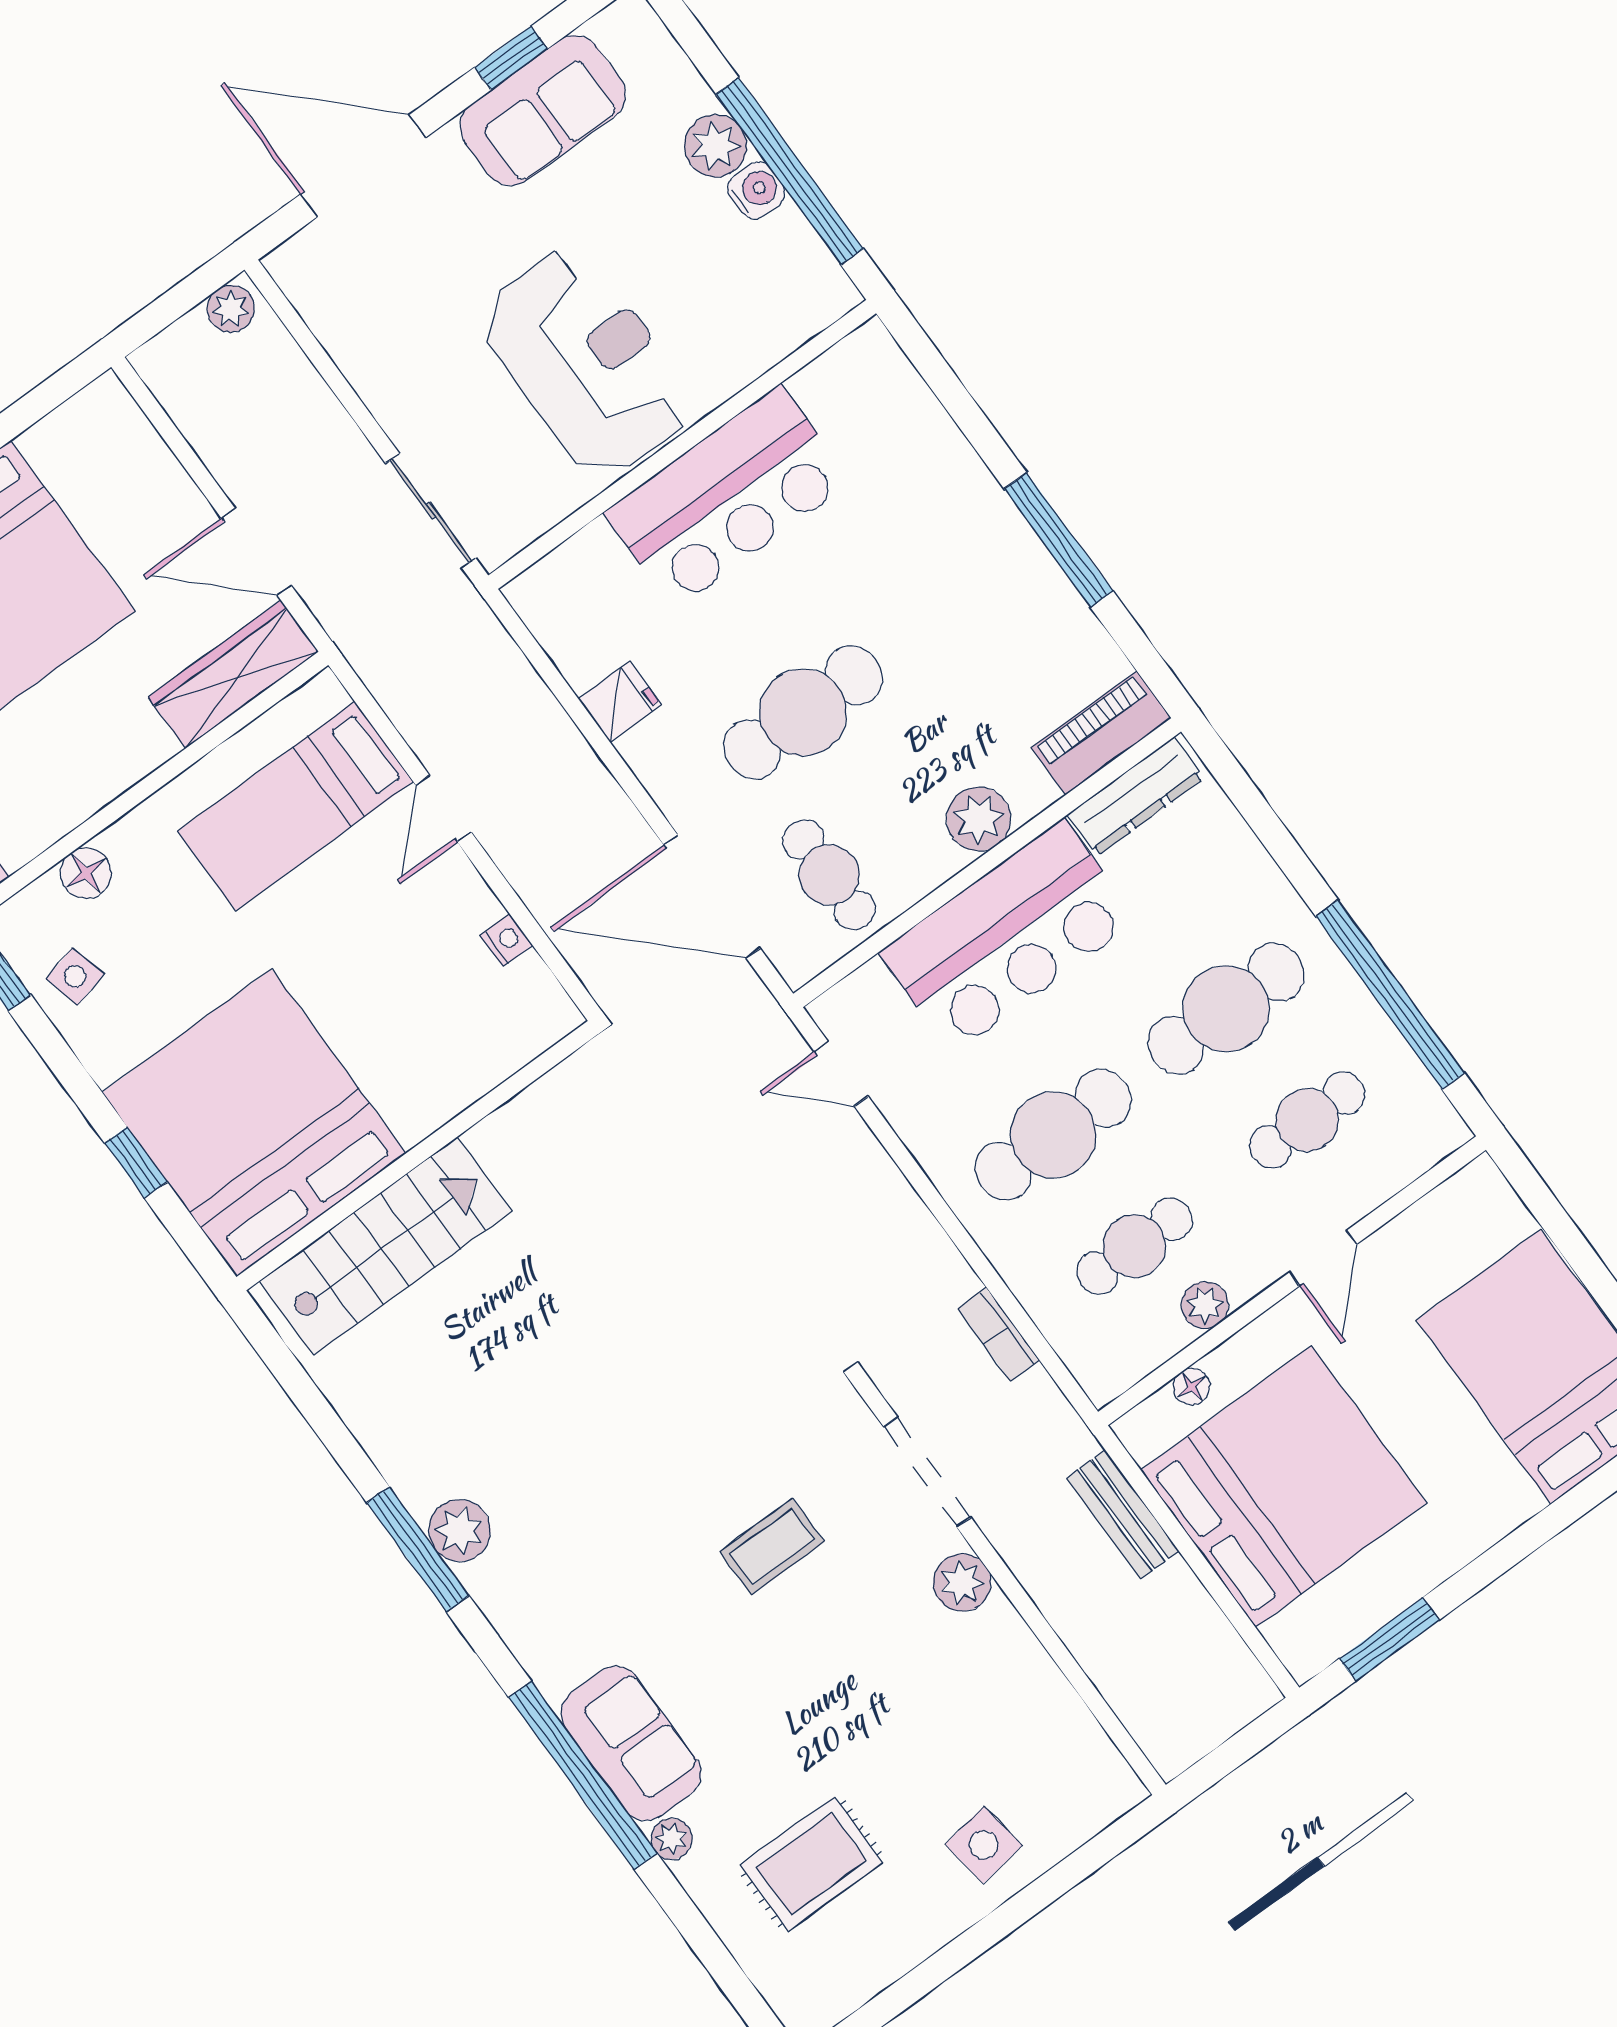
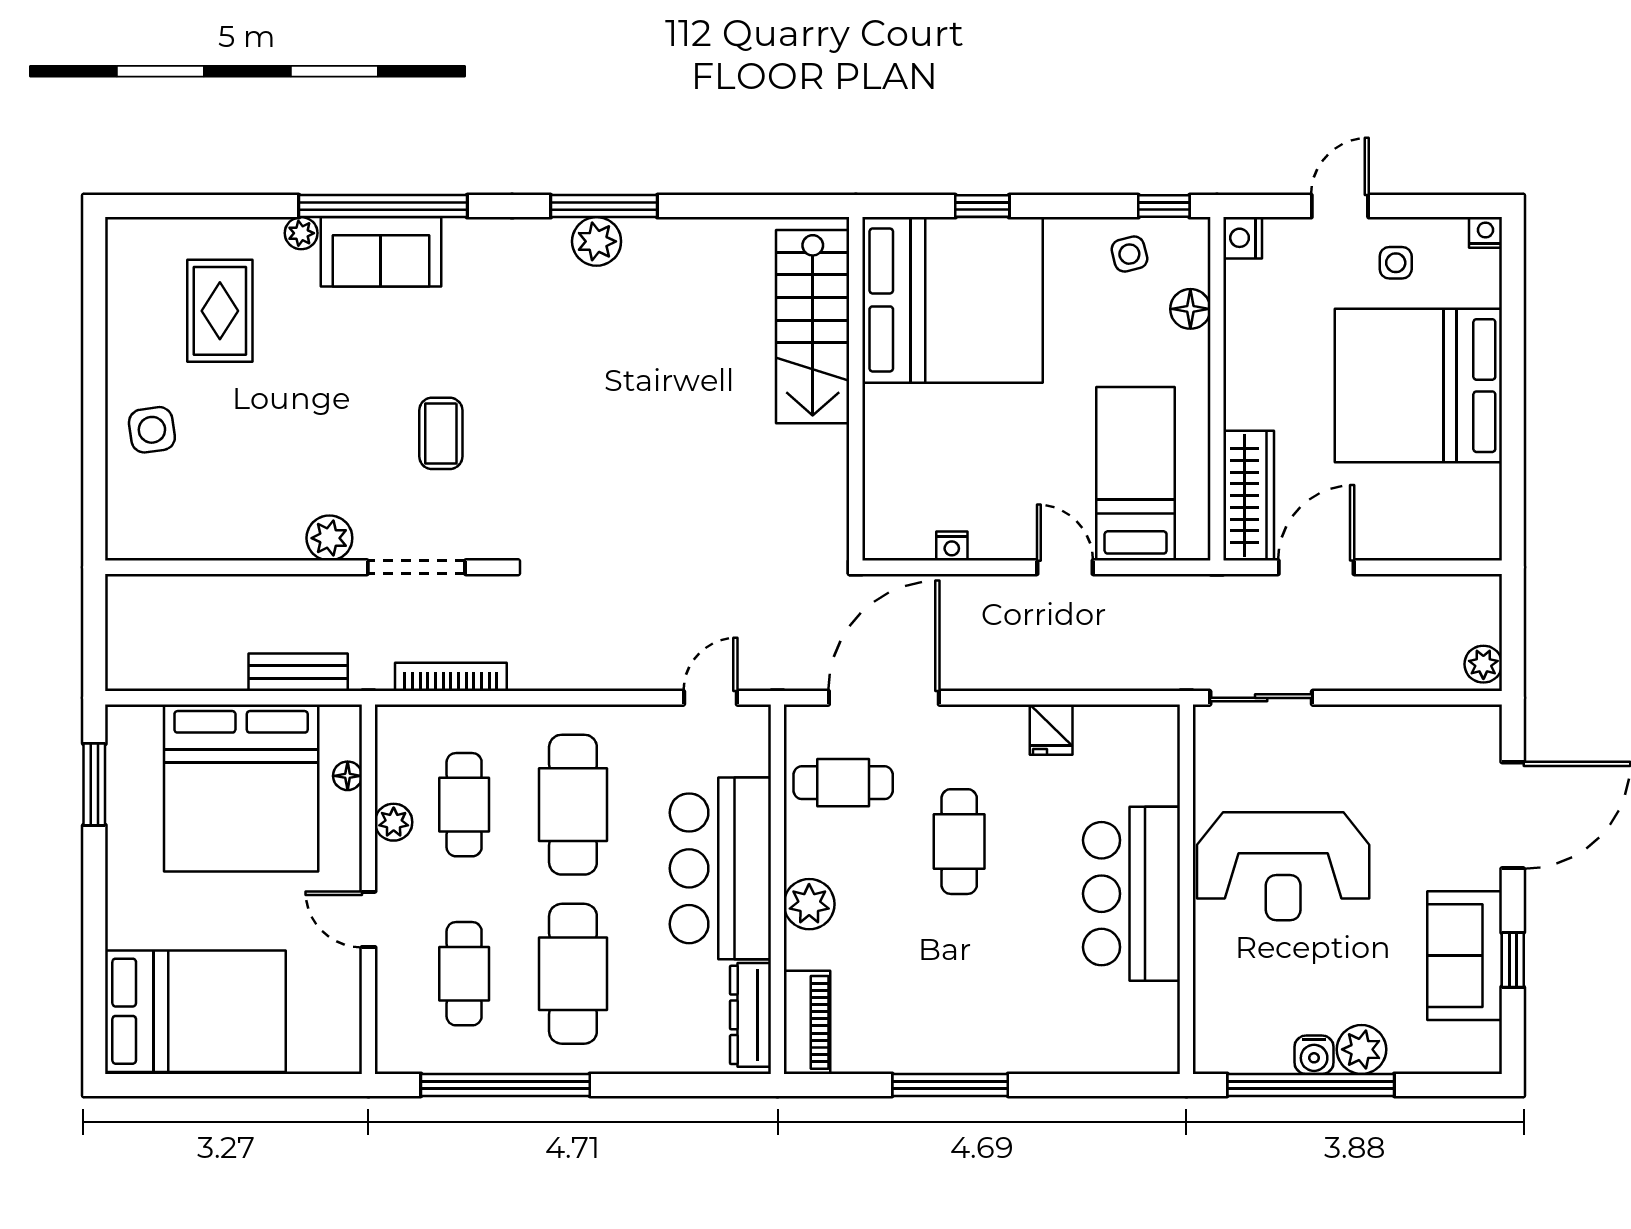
cafe table: (803, 712) -> (959, 842), width x0.73, depth x0.74
bookcase: (999, 1334) -> (451, 677), width x1.56

